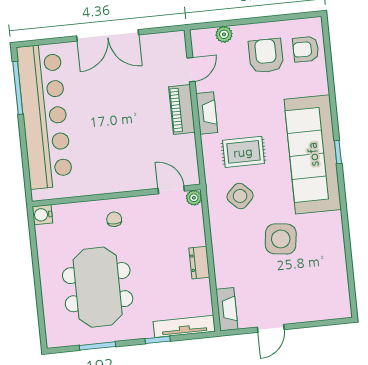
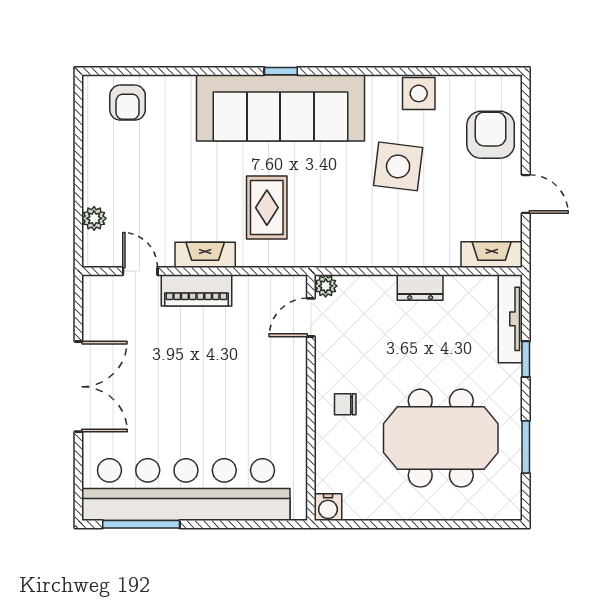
armchair: (266, 56) -> (491, 135), moved, turned 90
side table: (240, 196) -> (419, 93), moved, turned 45

